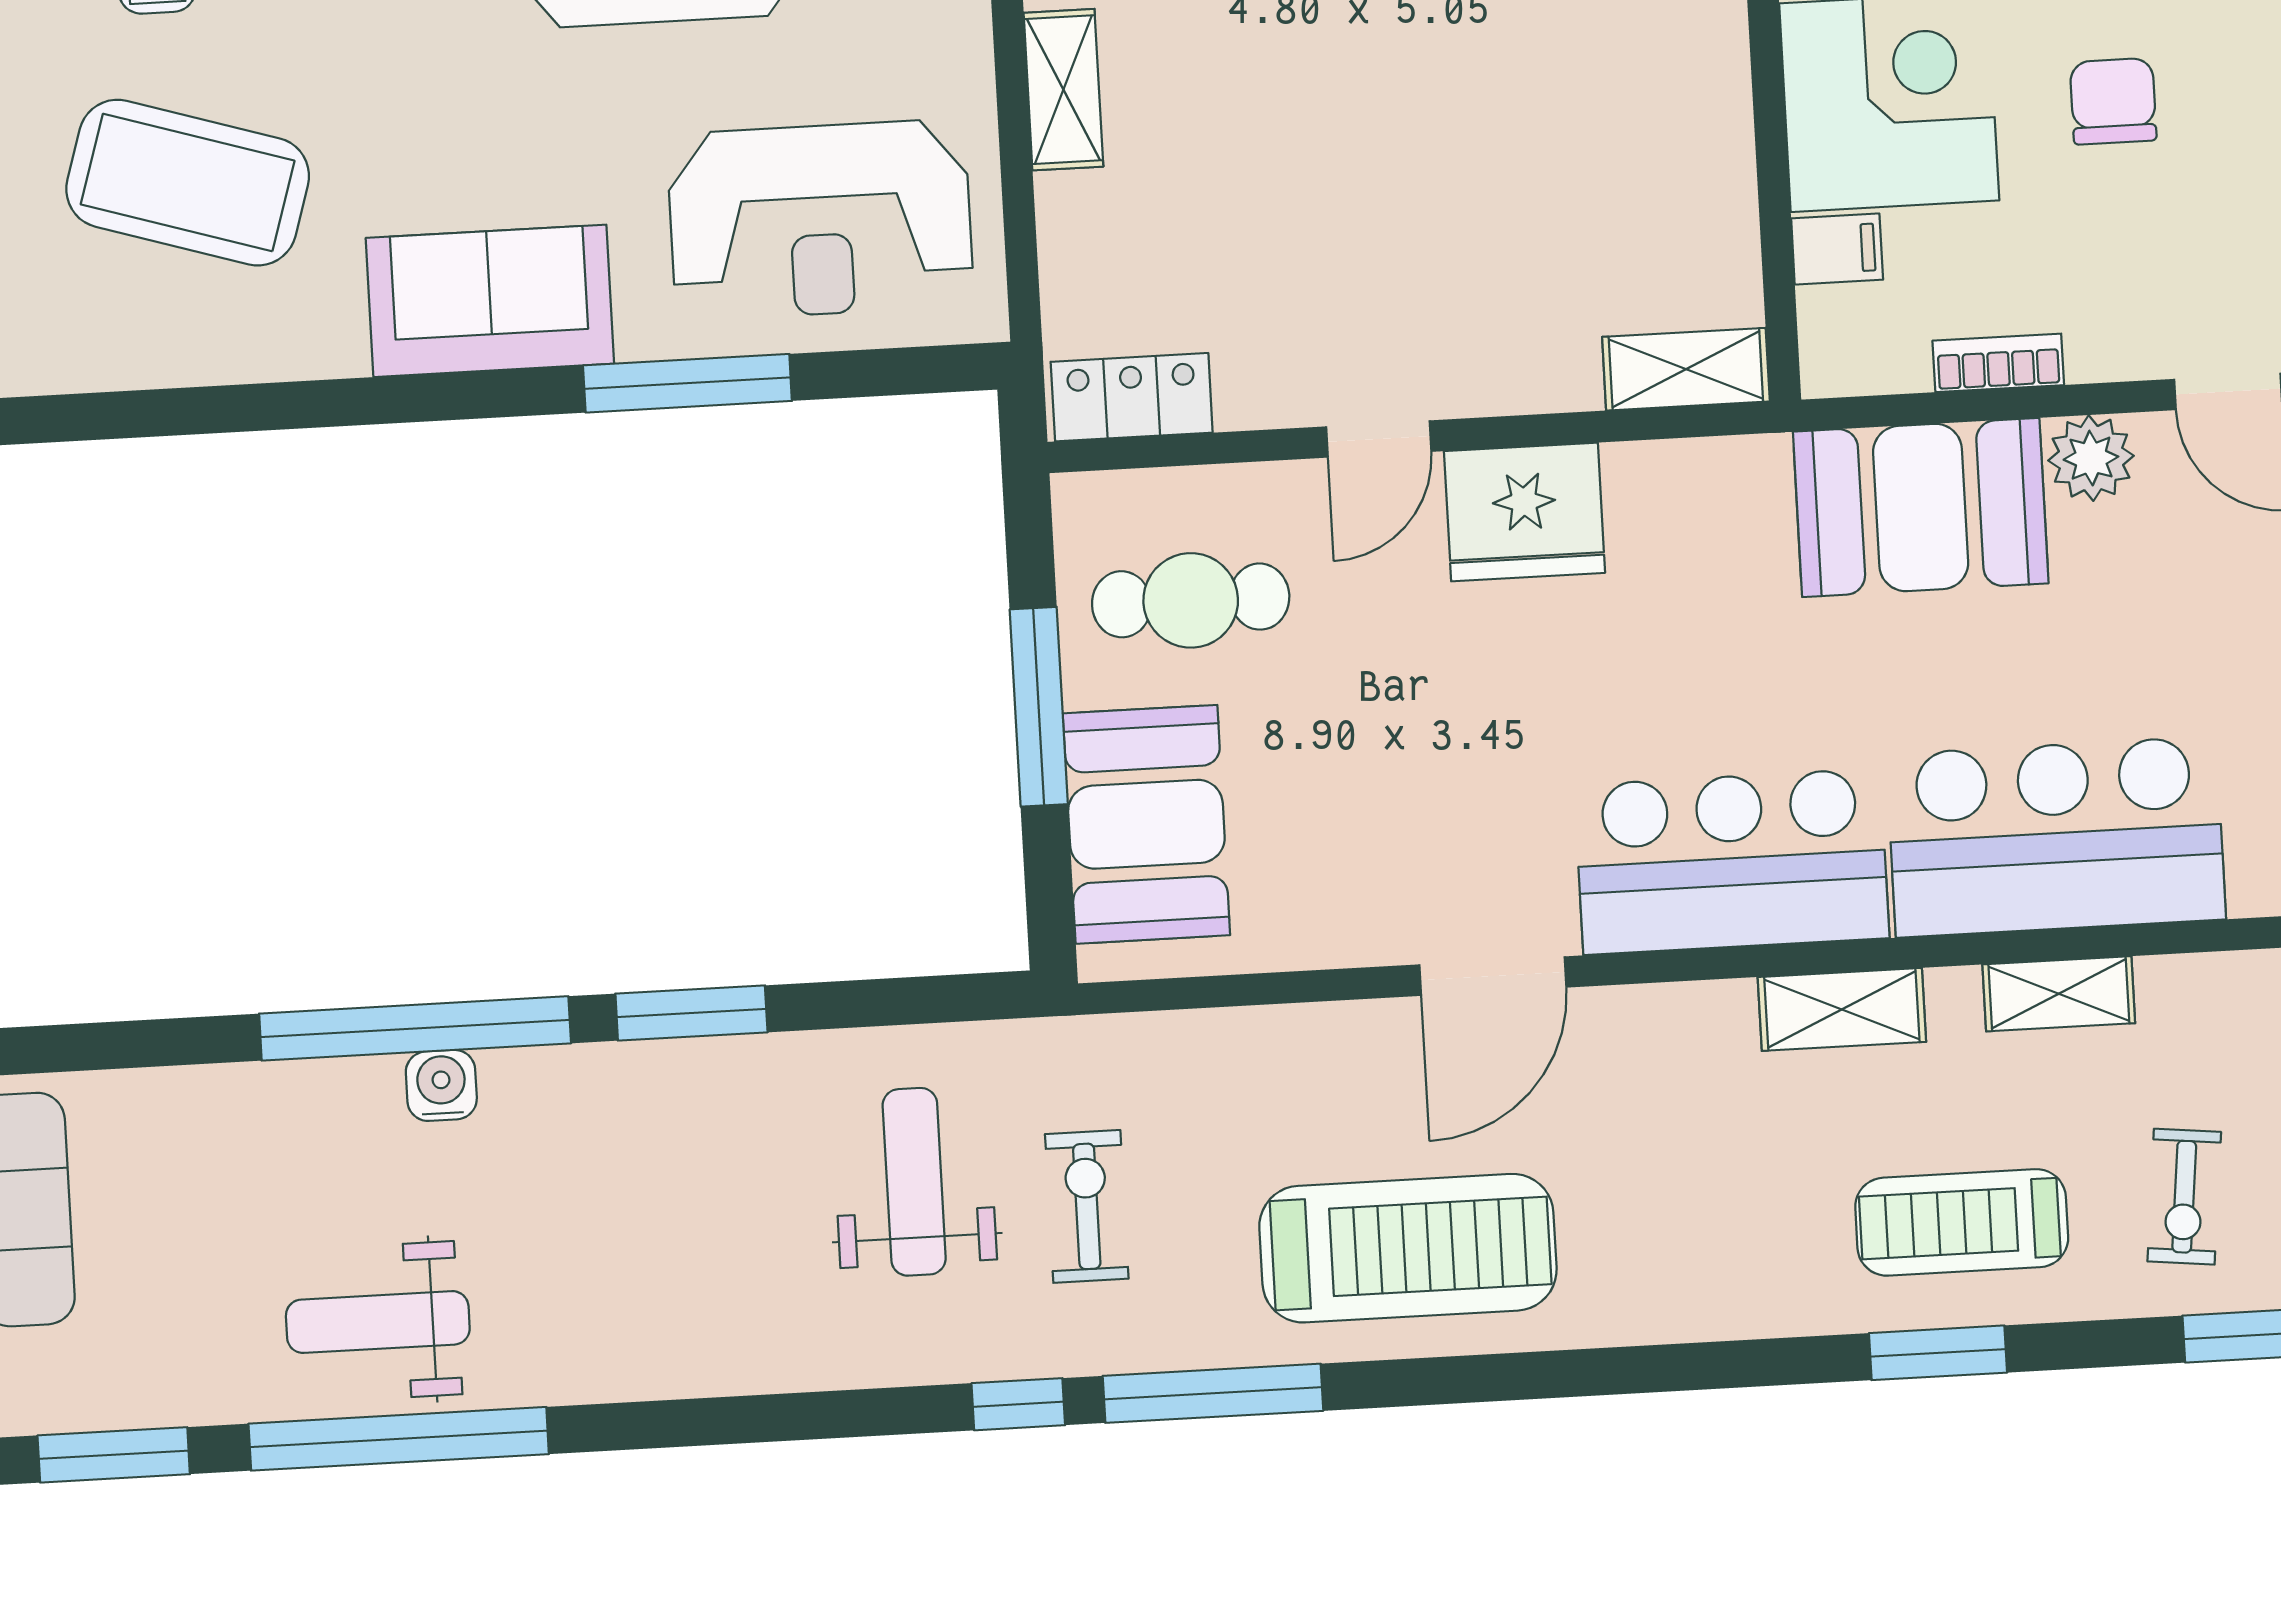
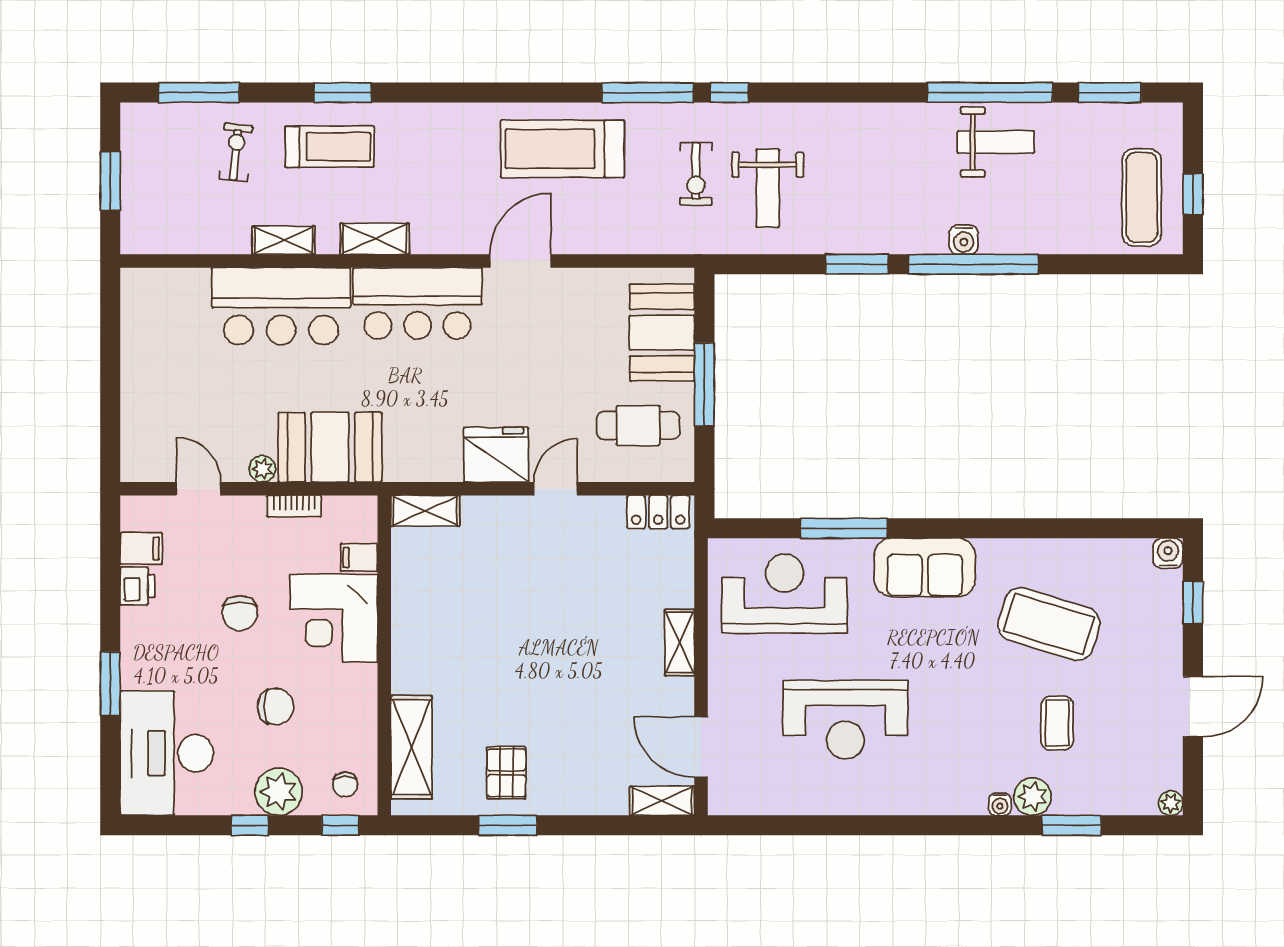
plant: (2091, 458) -> (262, 469), width x0.73, depth x0.73

